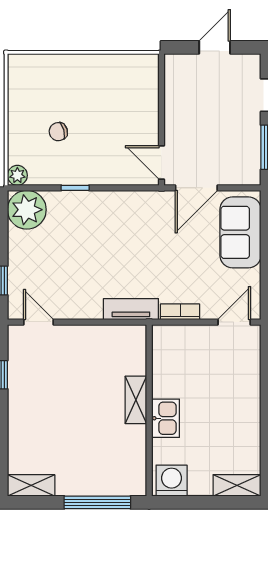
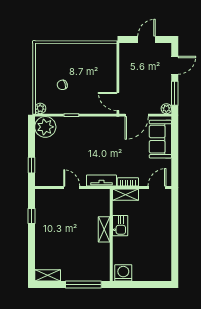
plant: (251, 176) -> (166, 109), added
door: (39, 322) -> (72, 187), moved
kitchen sink: (165, 418) -> (120, 226), moved
shelving: (237, 485) -> (125, 195), moved

